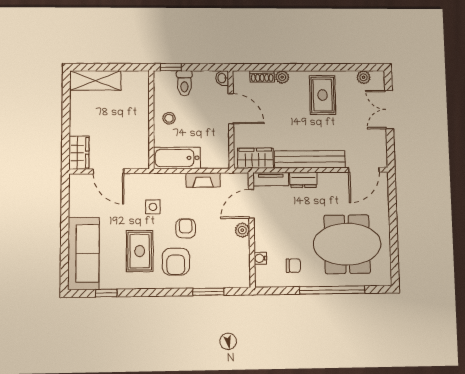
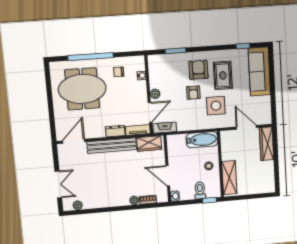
shelving: (95, 80) -> (229, 178), moved, turned 90
rug: (323, 95) -> (106, 191), removed
wardrobe: (79, 153) -> (267, 144), width x1.50
fireplace: (203, 180) -> (165, 128), moved
side table: (153, 207) -> (216, 106), width x1.87, depth x1.87

